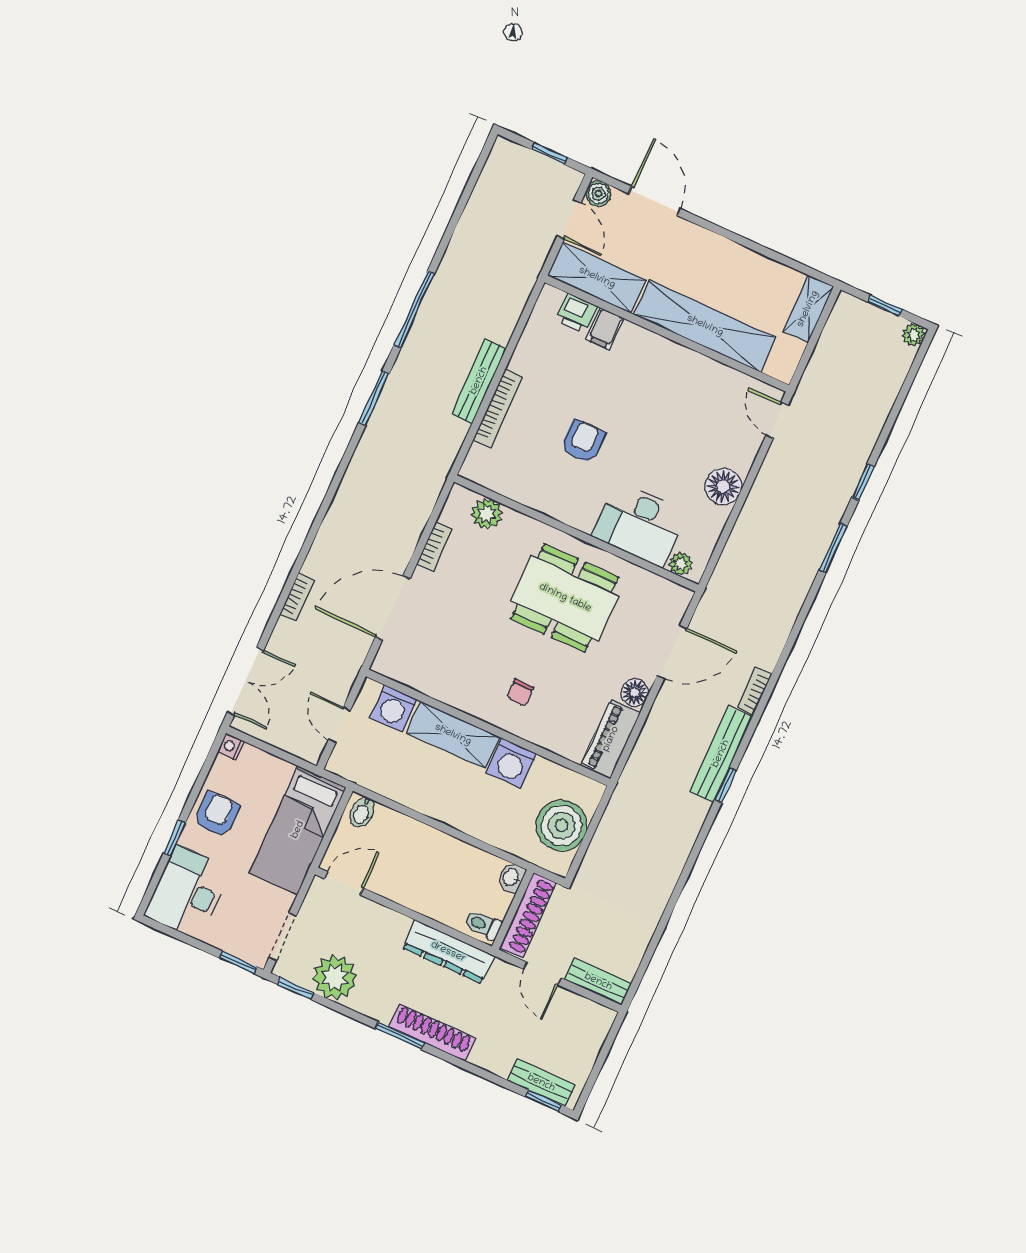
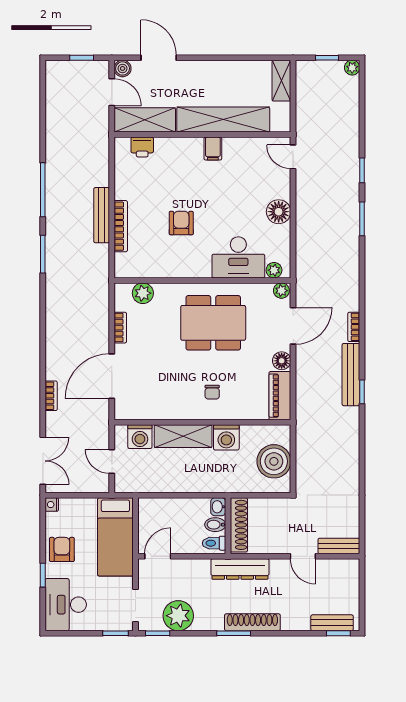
filing cabinet: (605, 329) -> (213, 149), moved
plant: (678, 596) -> (281, 291), added
bidet: (362, 812) -> (215, 525), moved, turned 90
washbasin: (511, 878) -> (218, 507), moved
wall: (513, 910) -> (228, 526), moved
shoe rack: (528, 915) -> (239, 525), moved
toilet: (483, 925) -> (214, 543), moved

